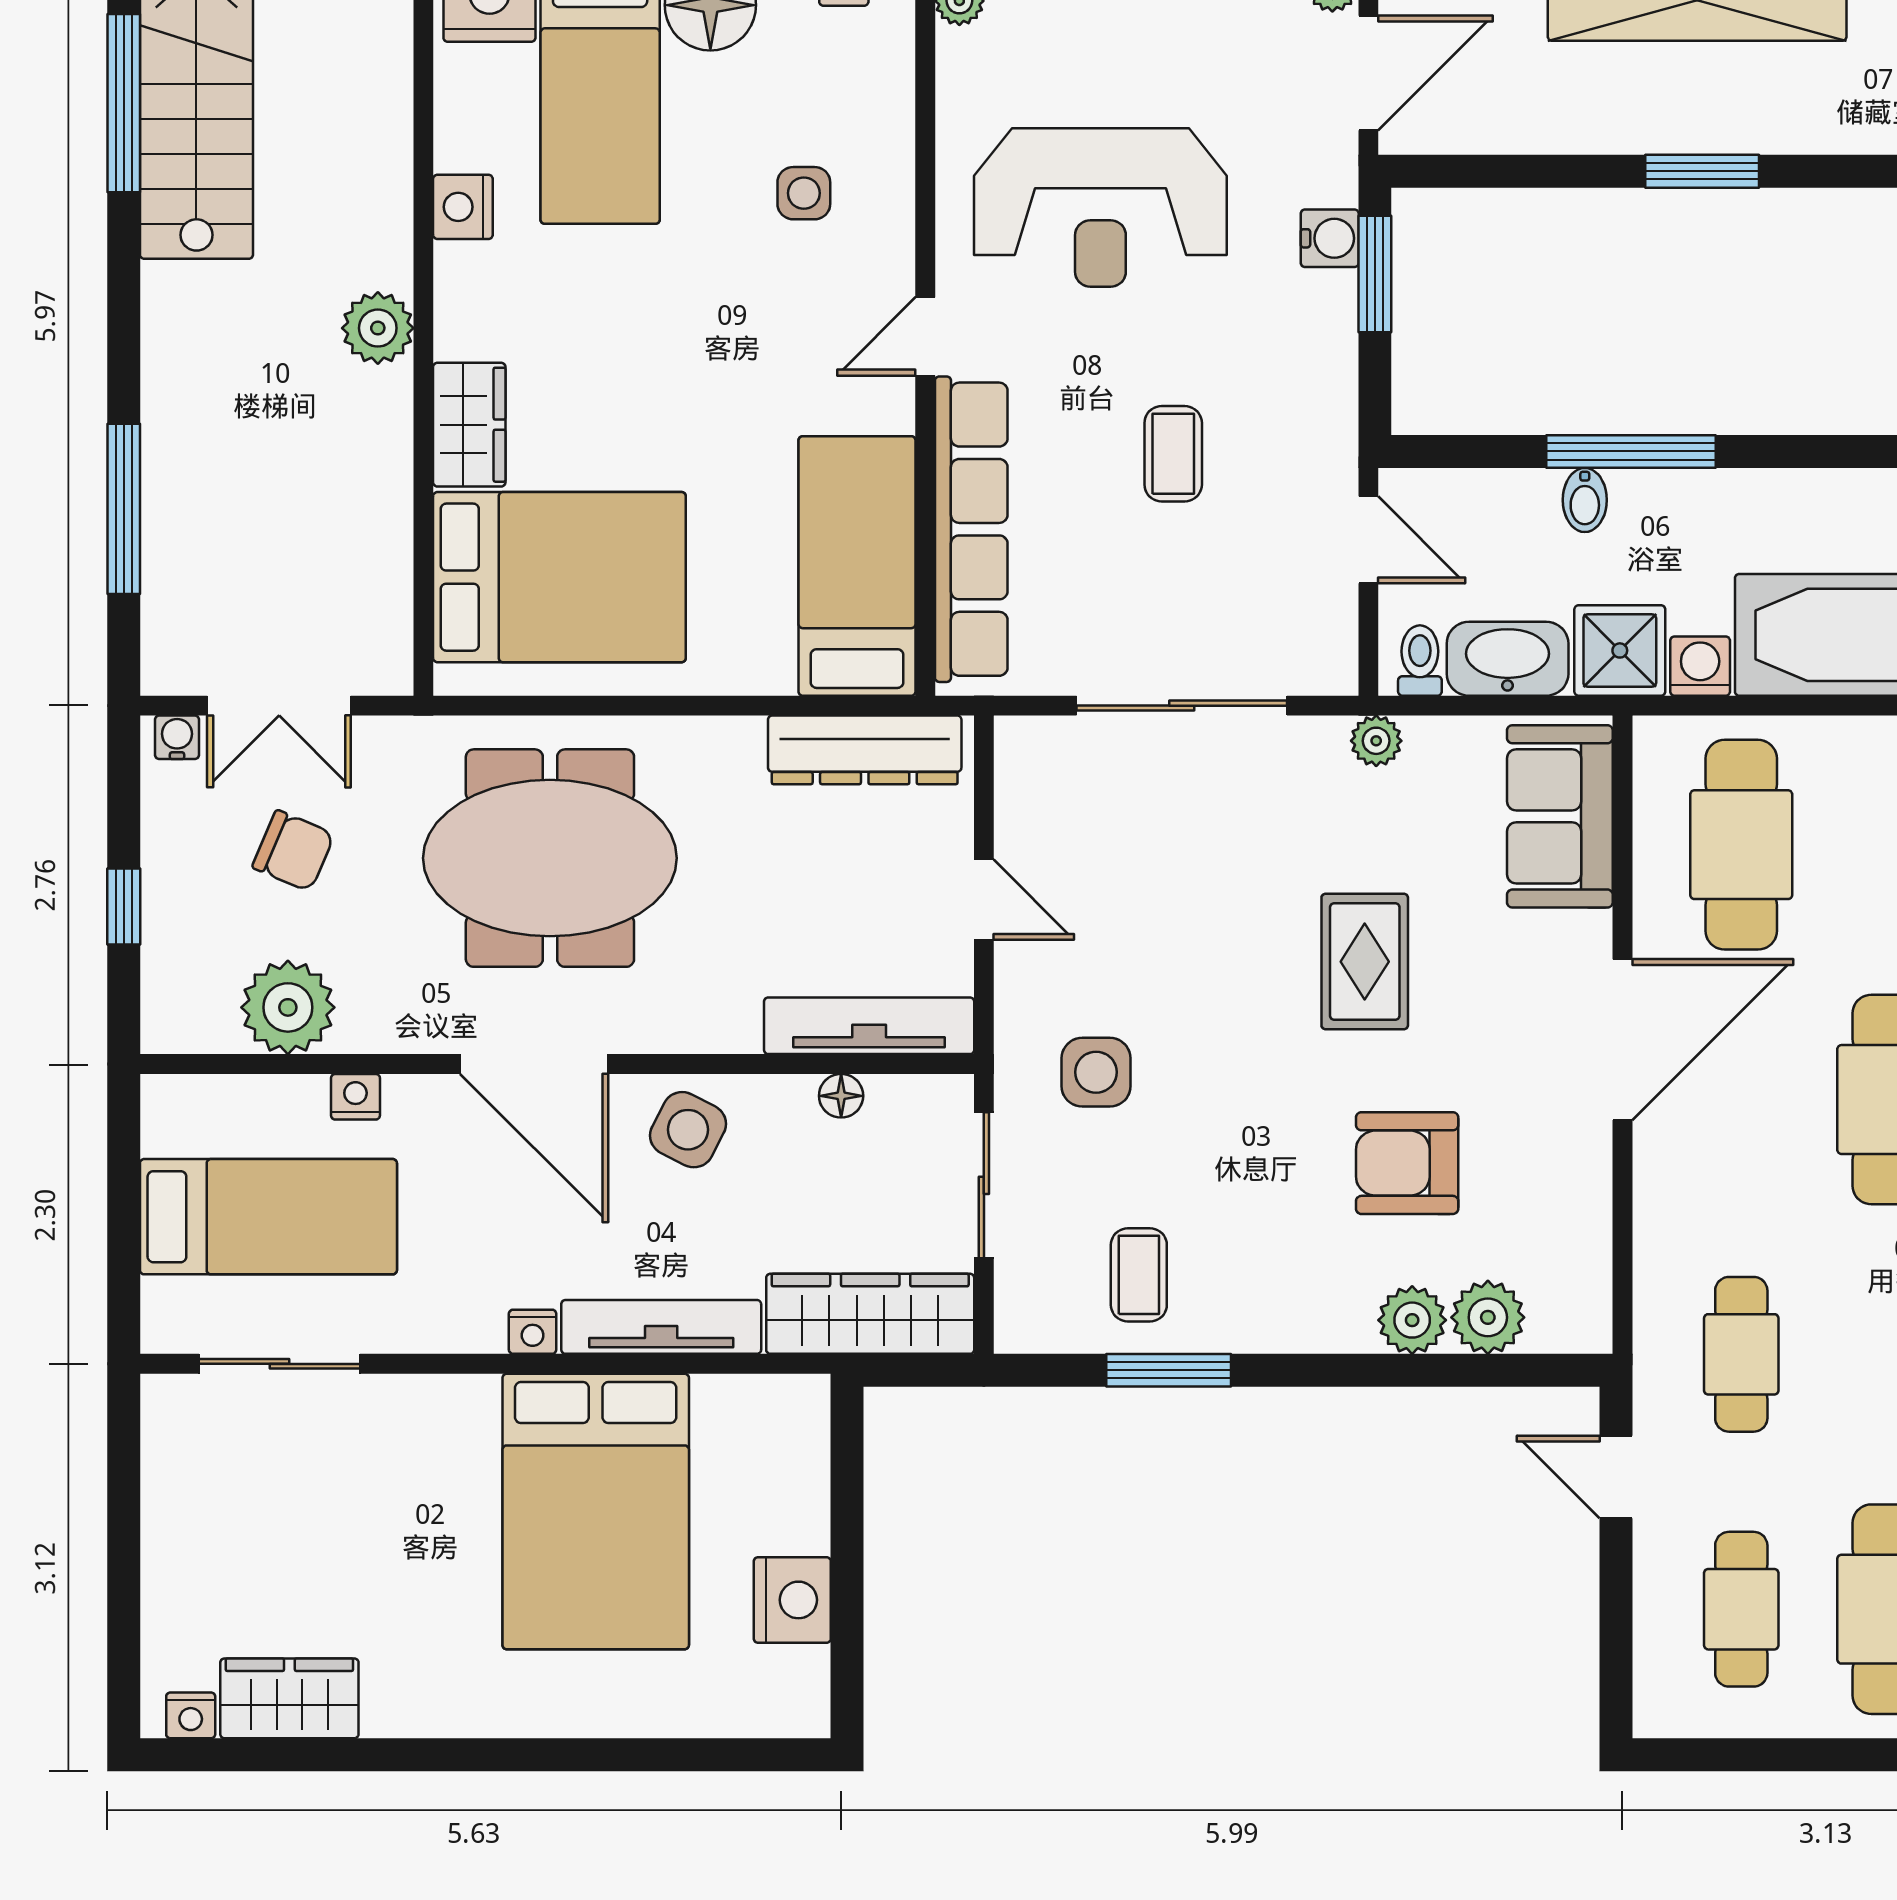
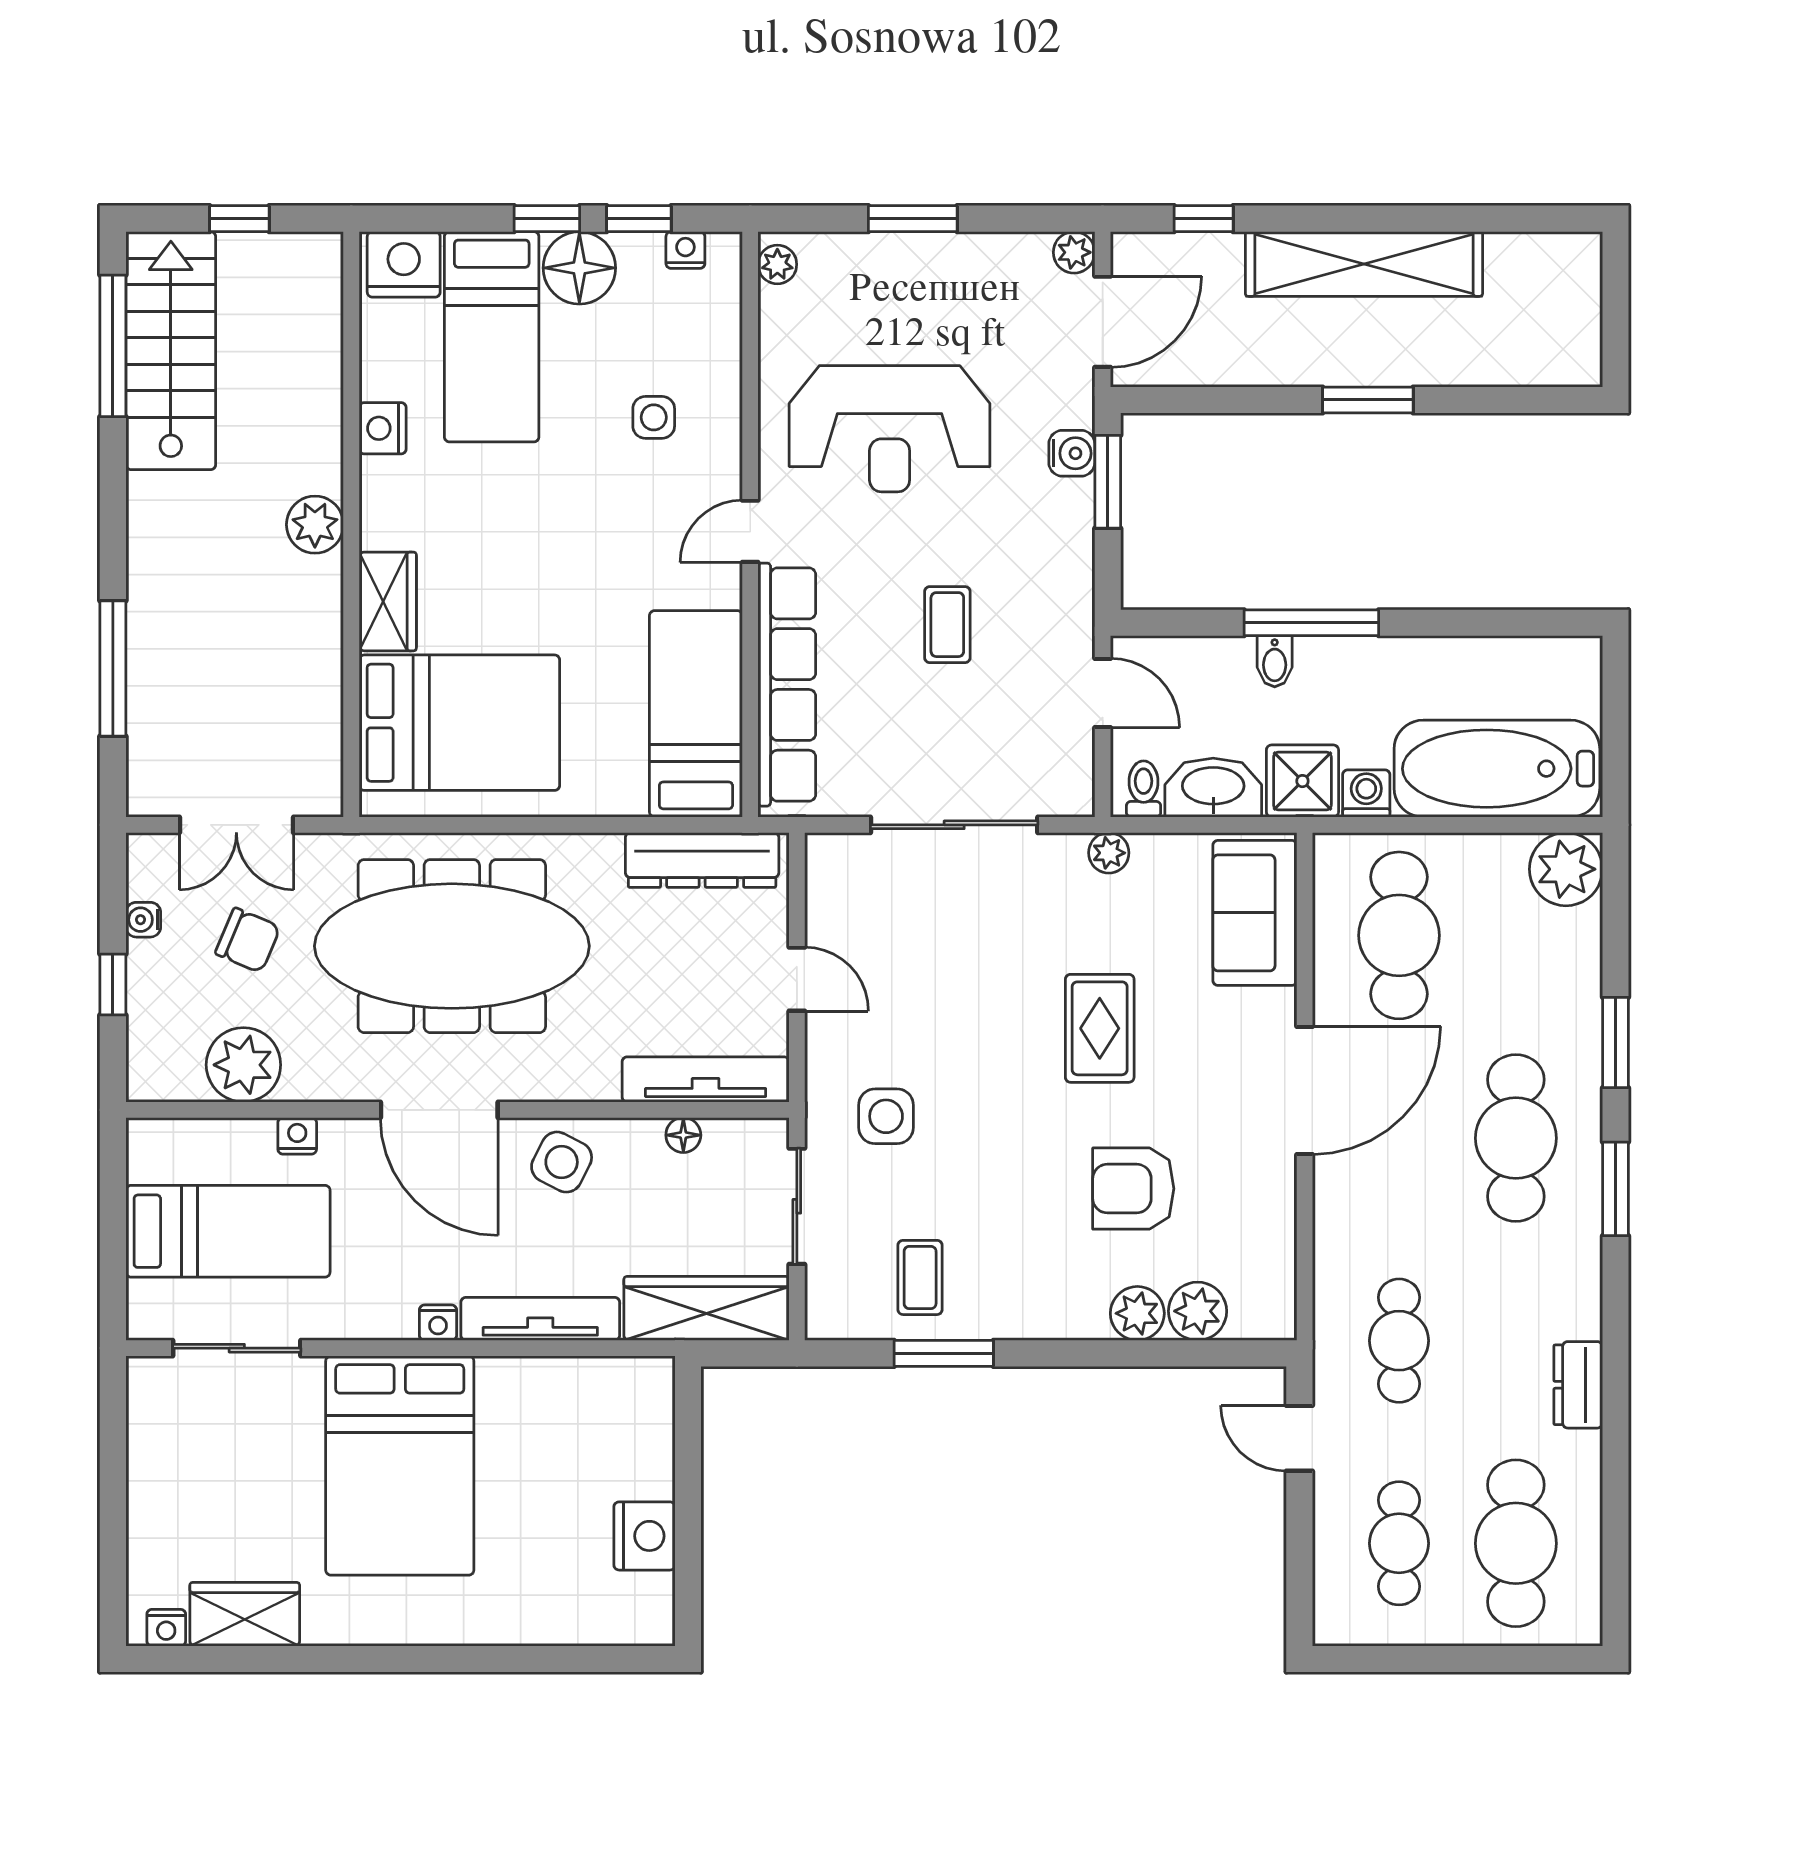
water cooler: (177, 737) -> (143, 920), moved, turned -90
meeting table: (550, 858) -> (452, 946), width x1.36
bed: (596, 1511) -> (400, 1466), moved

